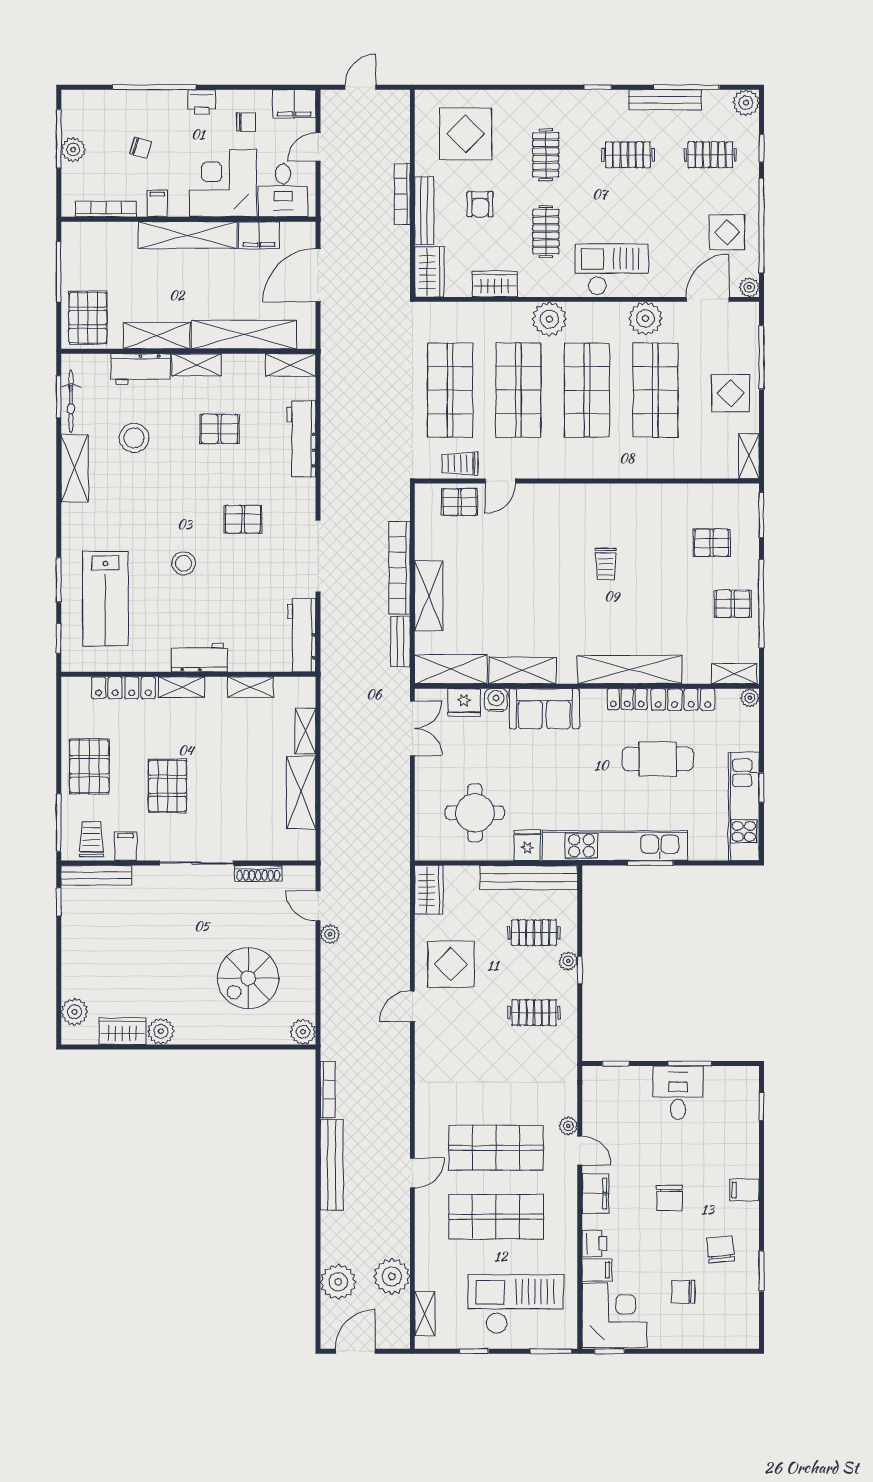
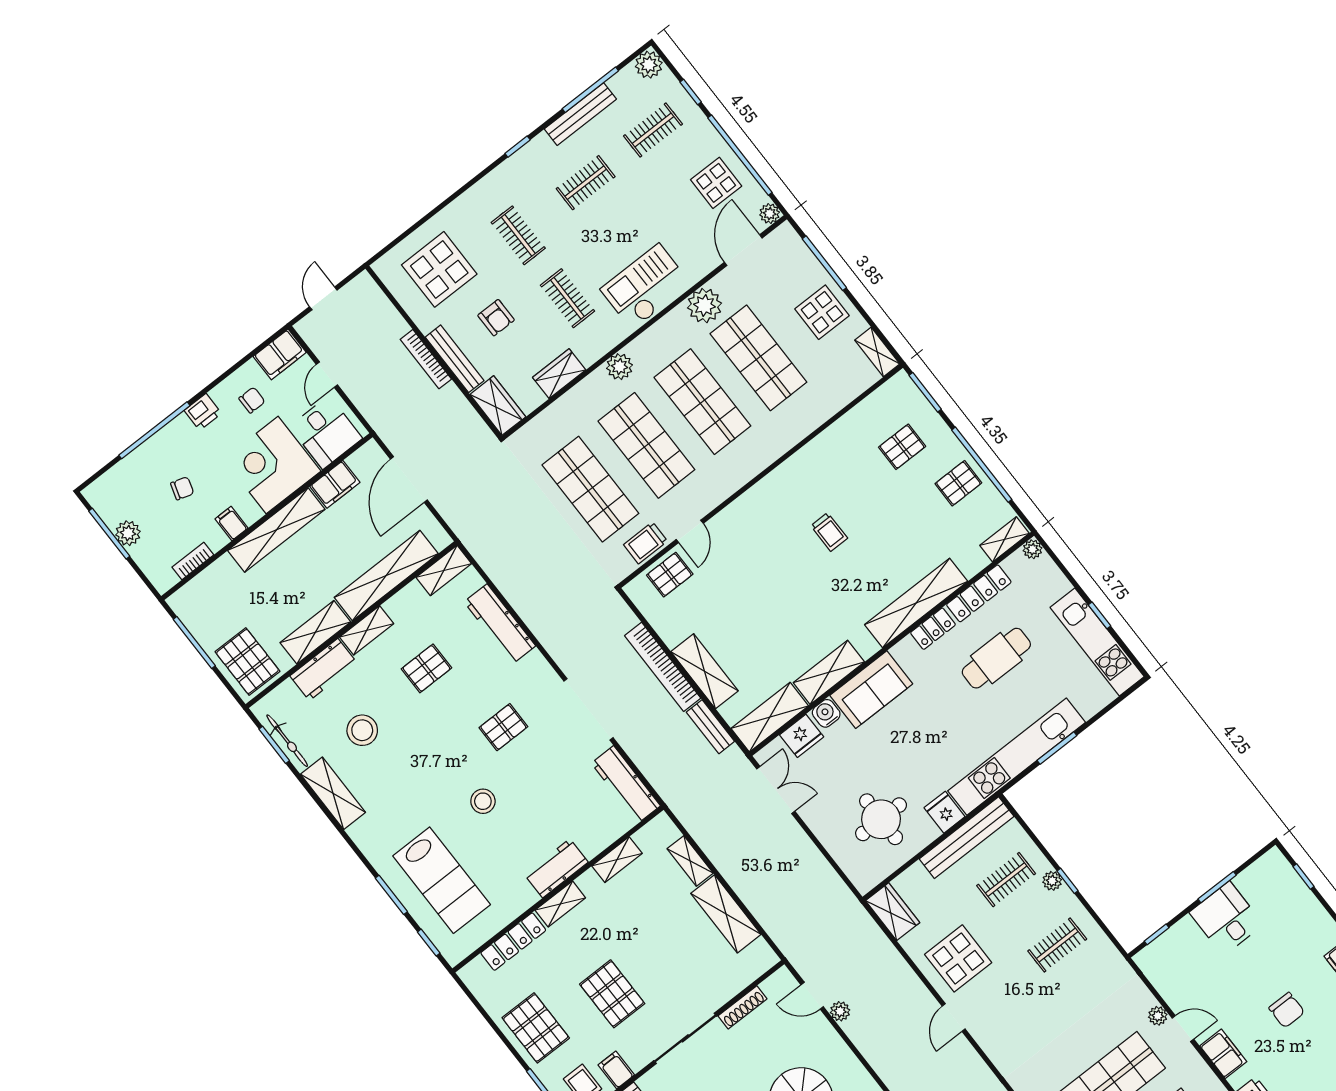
bookcase: (106, 209) -> (193, 561), width x0.64
plant: (549, 319) -> (619, 367), width x0.73, depth x0.73

